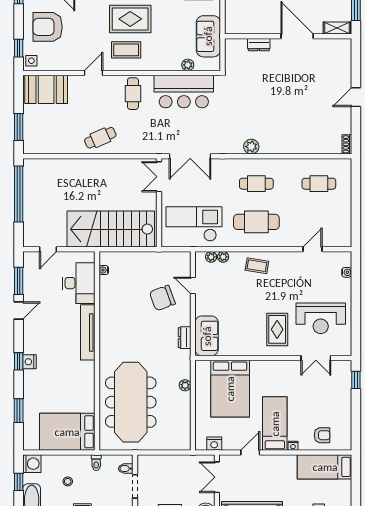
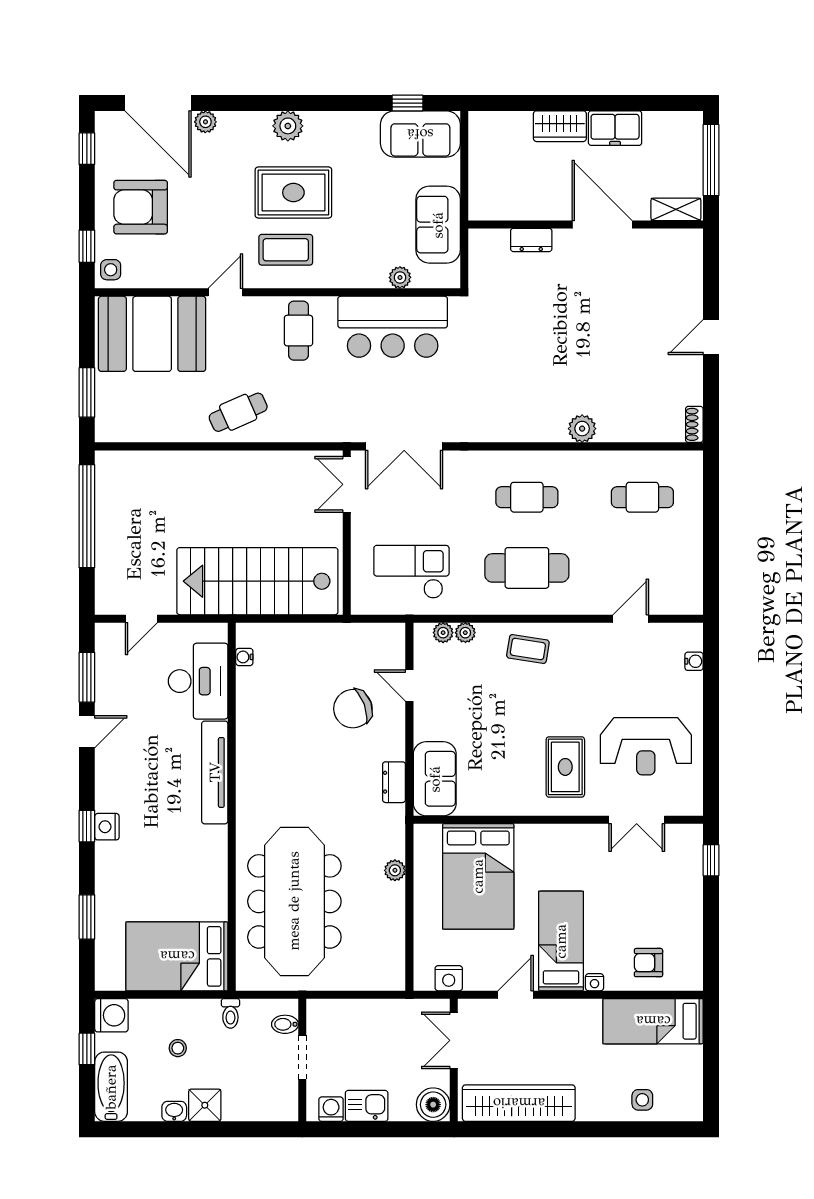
booth: (46, 89) -> (152, 334), width x1.36, depth x1.42
plant: (251, 147) -> (582, 429), moved
checkout: (194, 224) -> (411, 572), width x0.73, depth x0.83
armchair: (322, 435) -> (648, 963), turned 180

